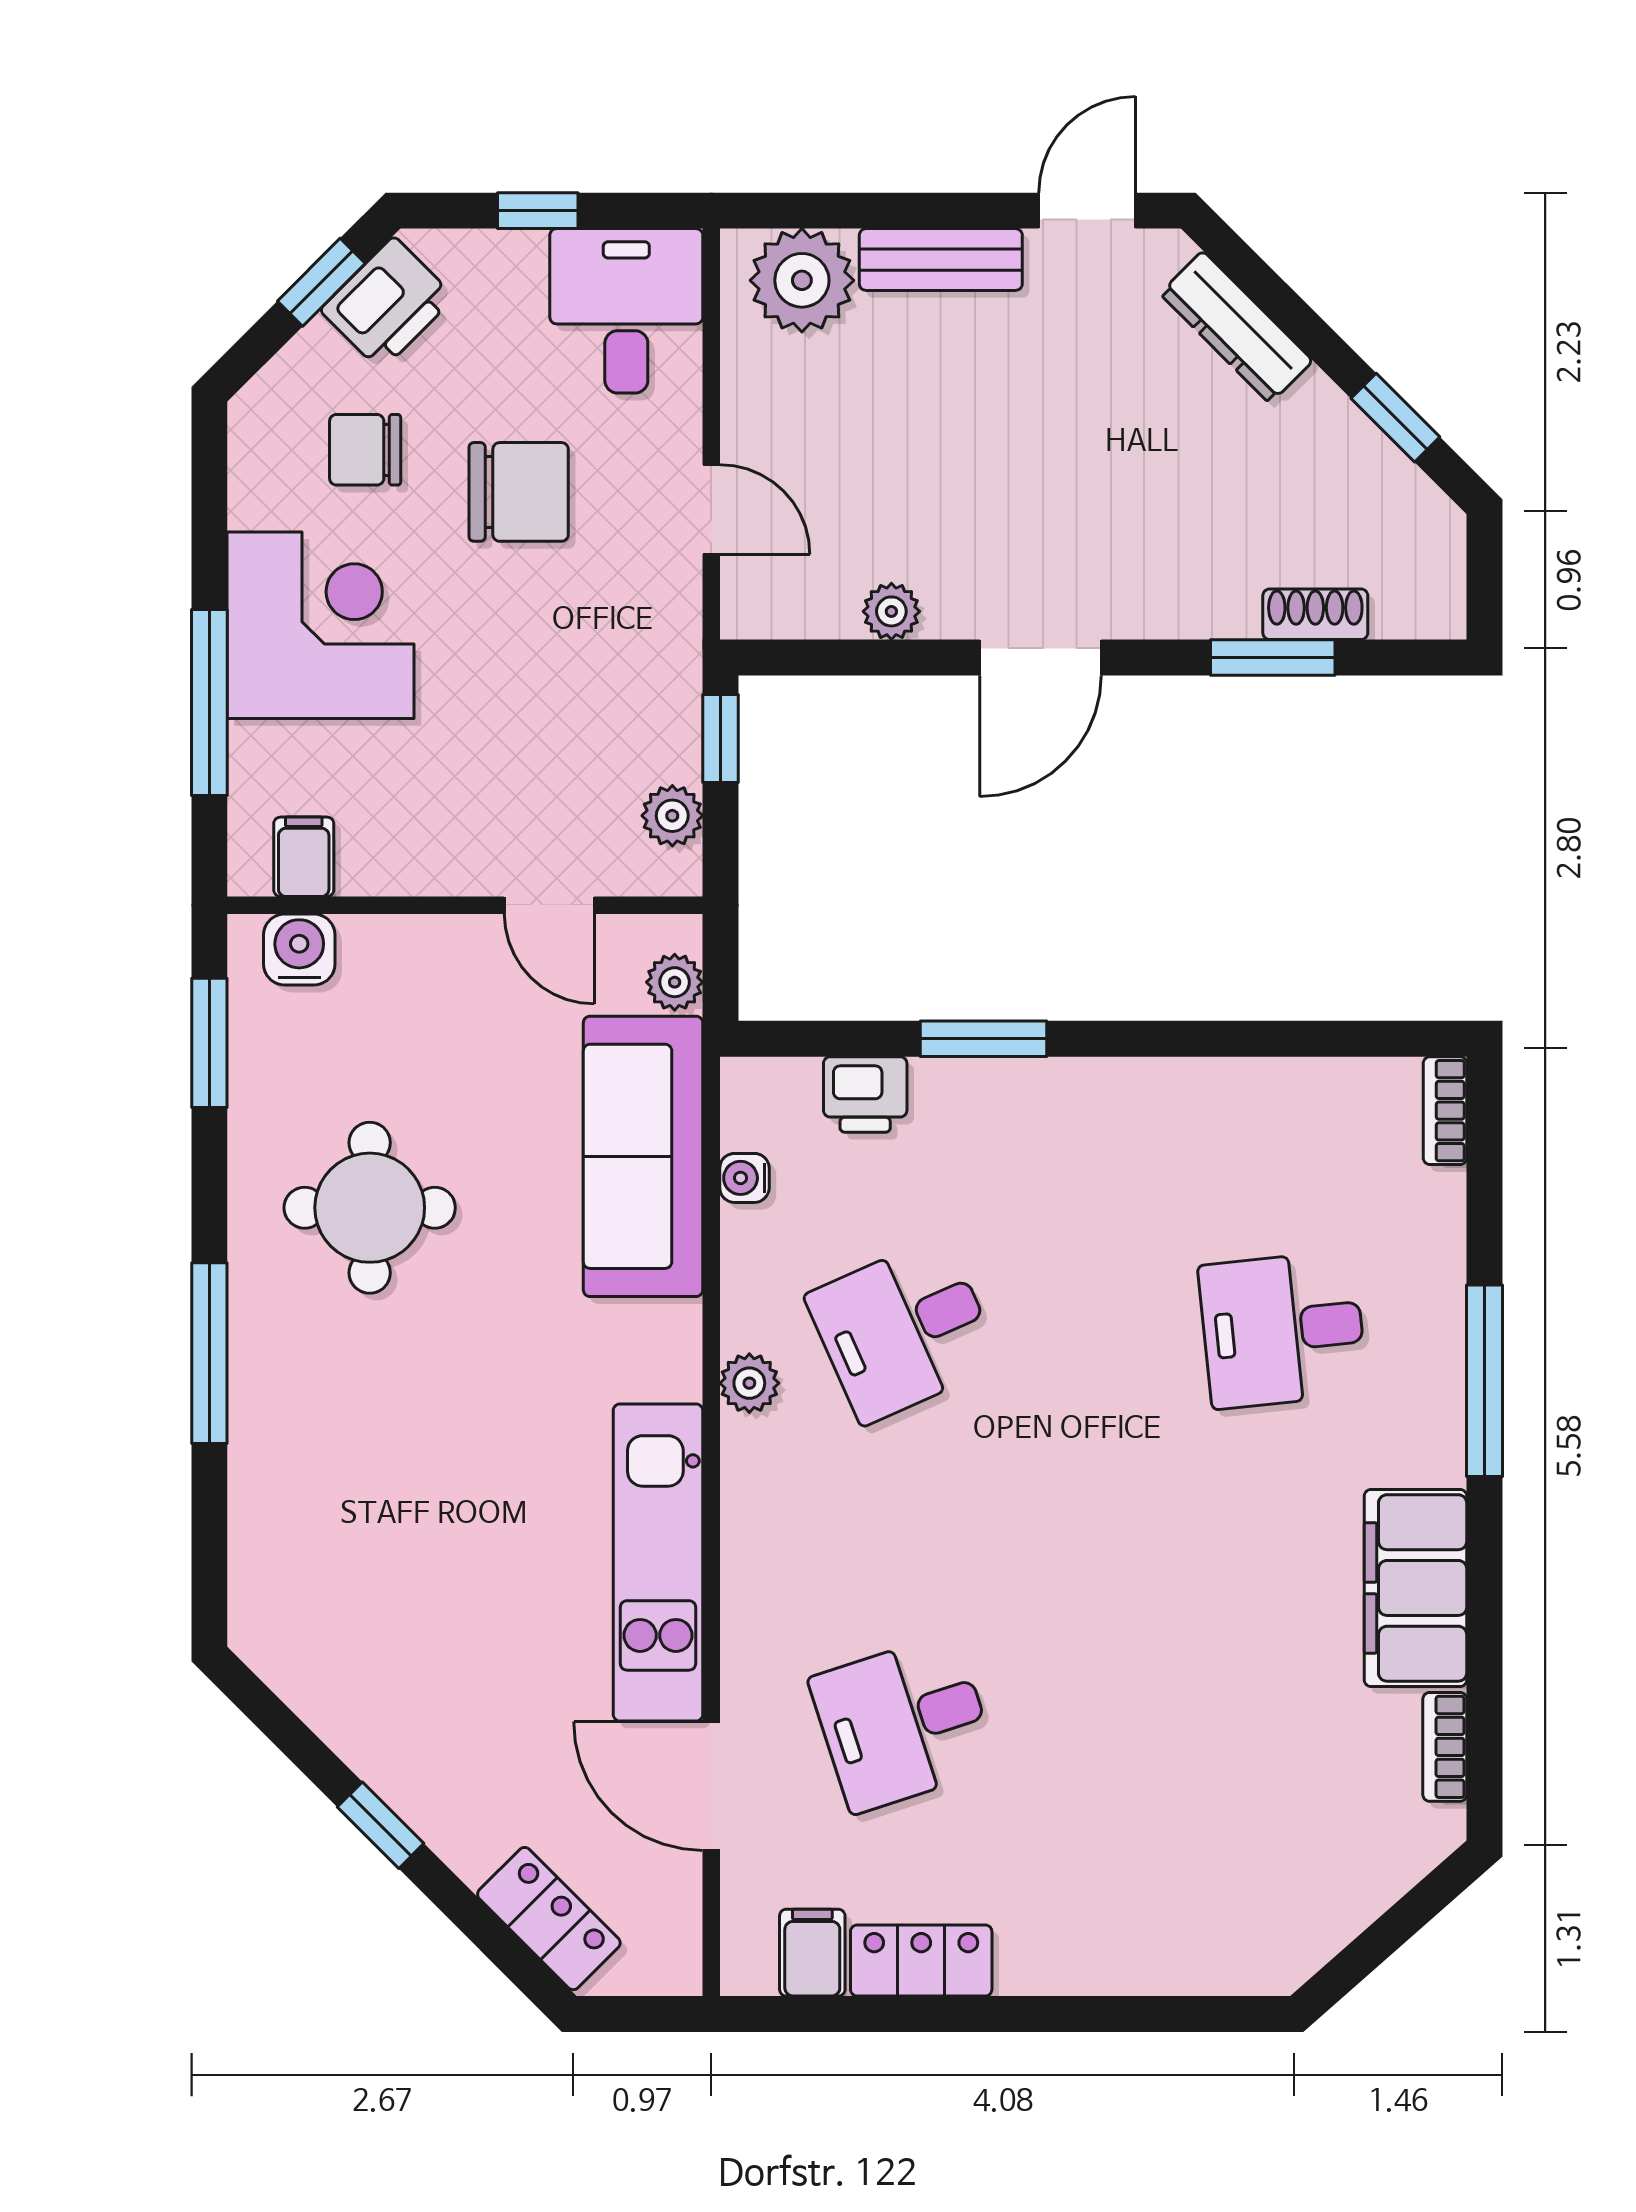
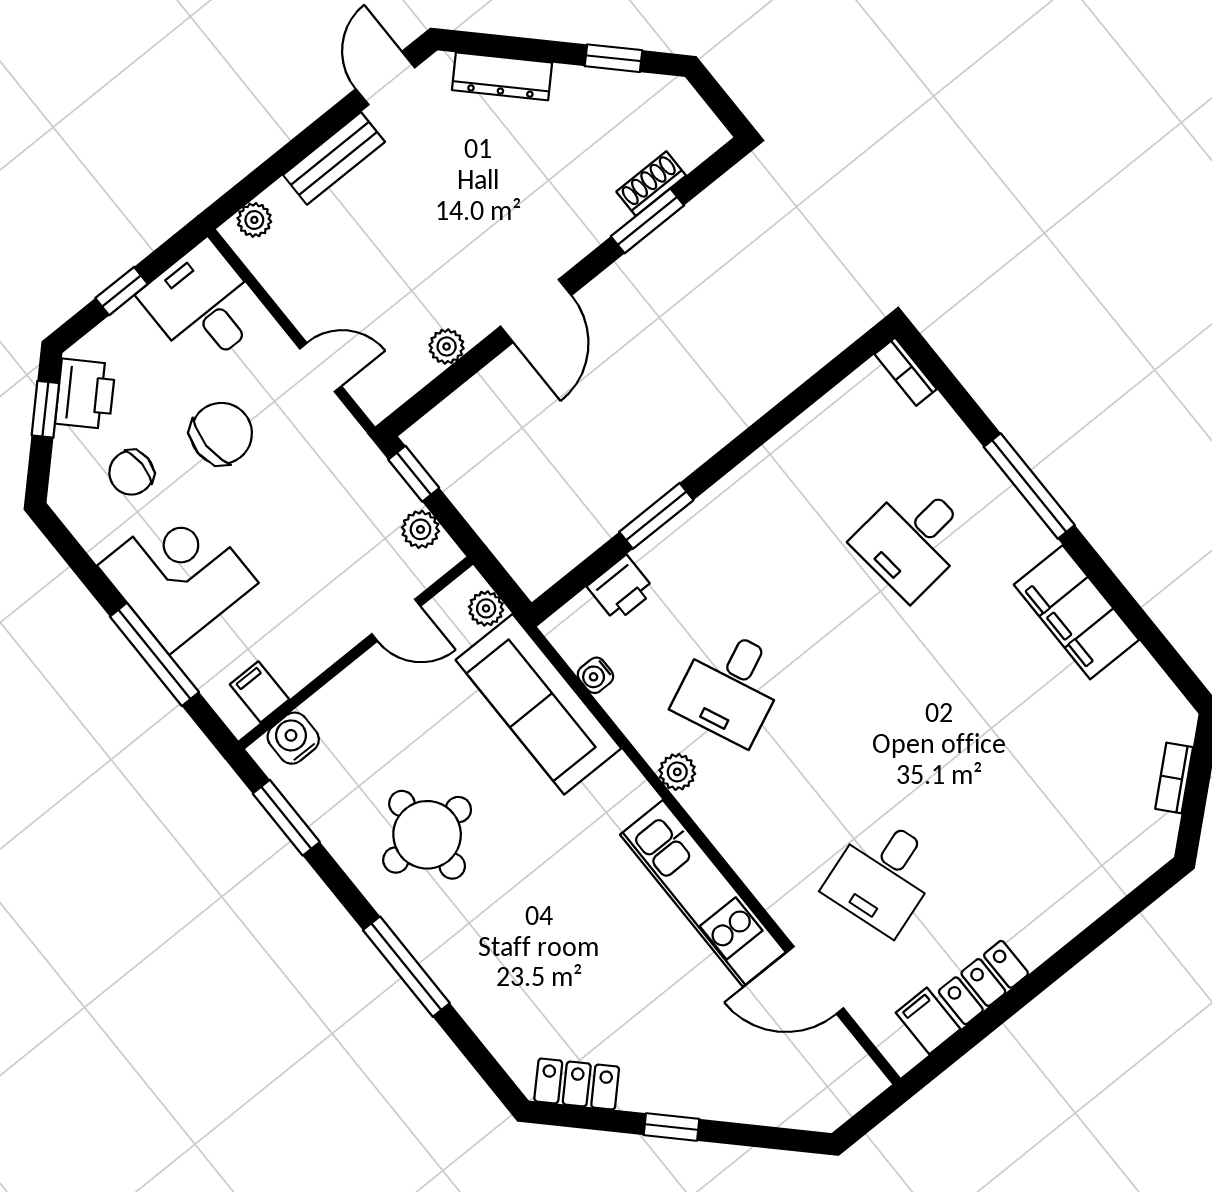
plant: (802, 280) -> (254, 220), width x0.53, depth x0.53
bookcase: (1445, 1747) -> (1174, 778), moved, turned 49
locker: (549, 1919) -> (577, 1084), moved

